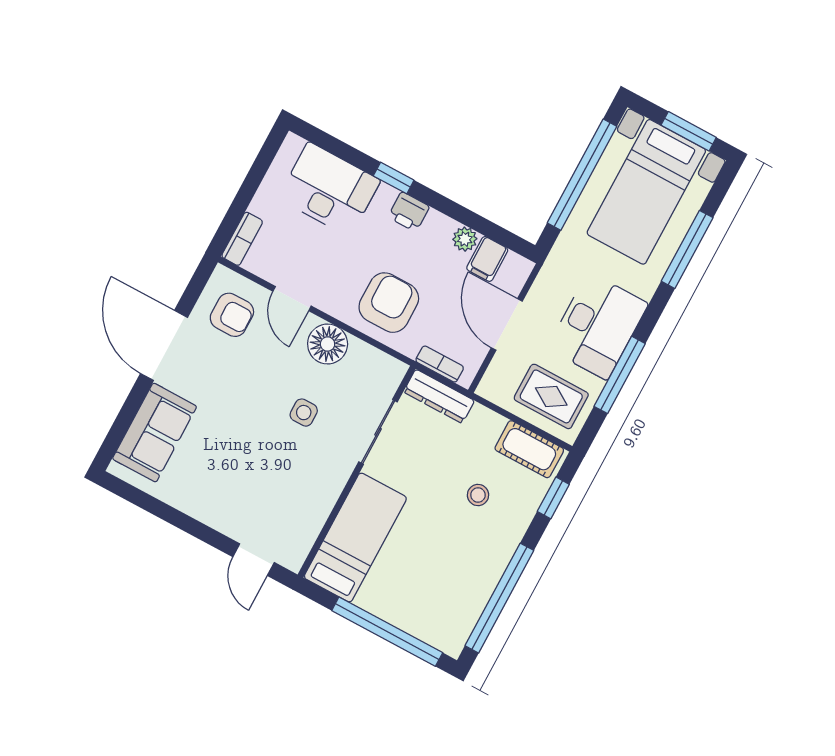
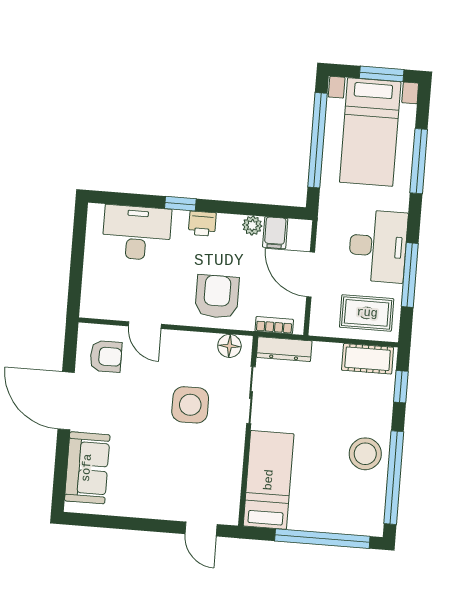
bookcase: (242, 239) -> (89, 297), removed
floor lamp: (328, 344) -> (229, 346), moved, width x0.73, depth x0.73
side table: (304, 413) -> (190, 405), width x1.87, depth x1.87
stool: (478, 495) -> (365, 454), moved, width x1.89, depth x1.89

